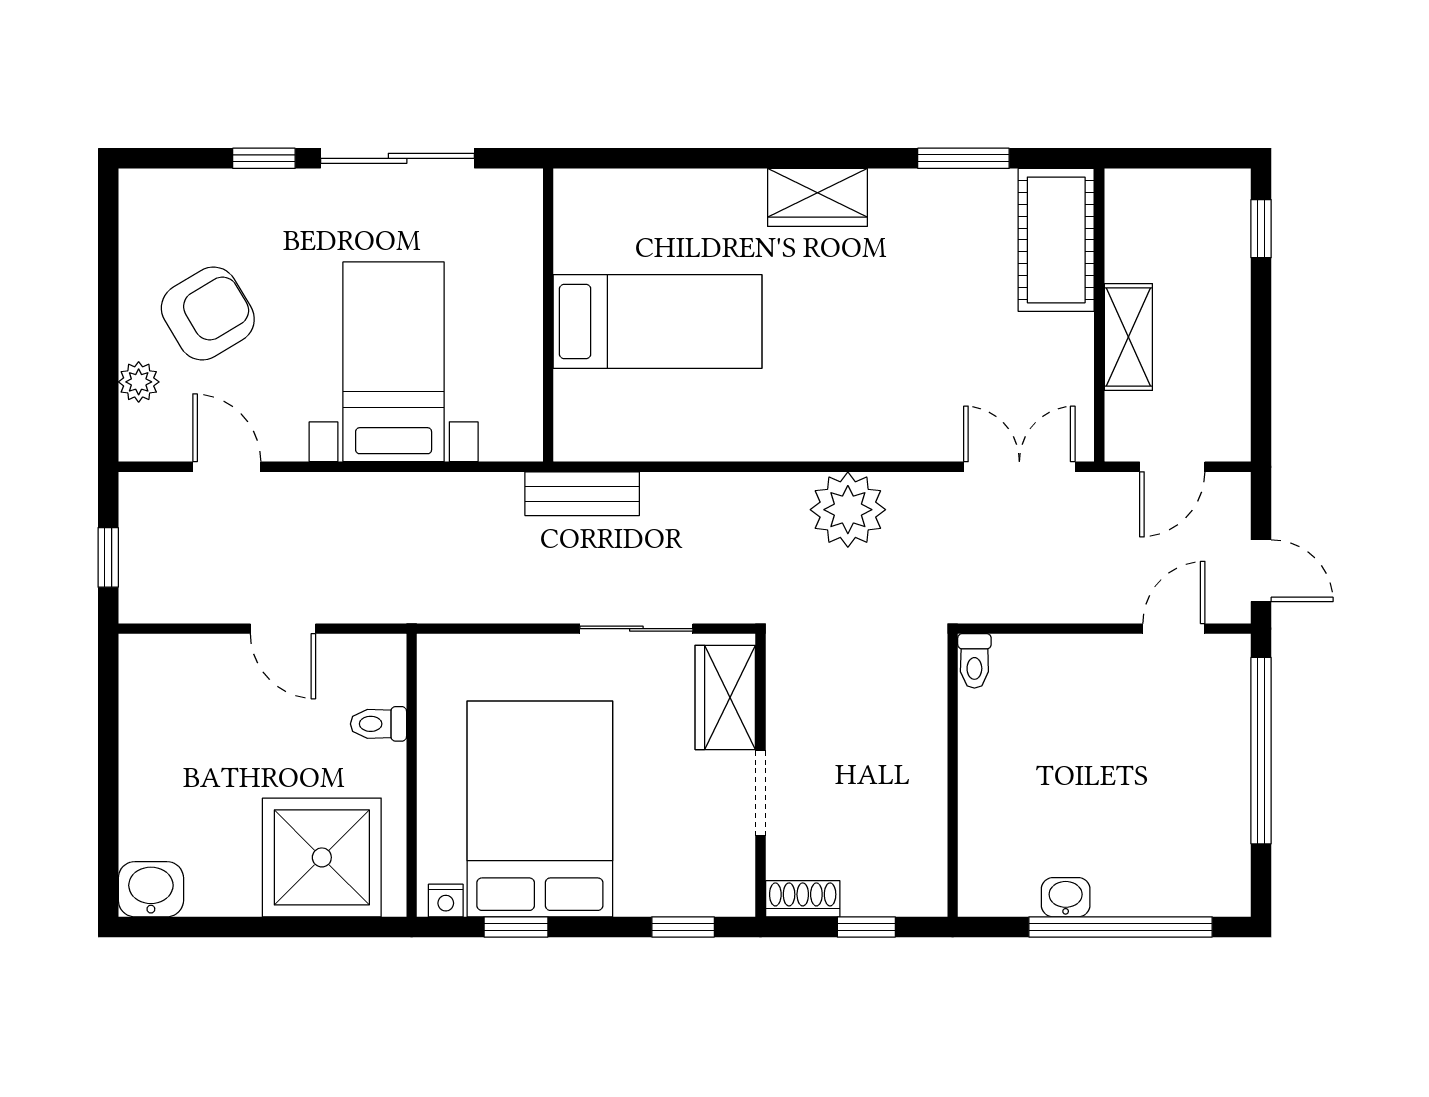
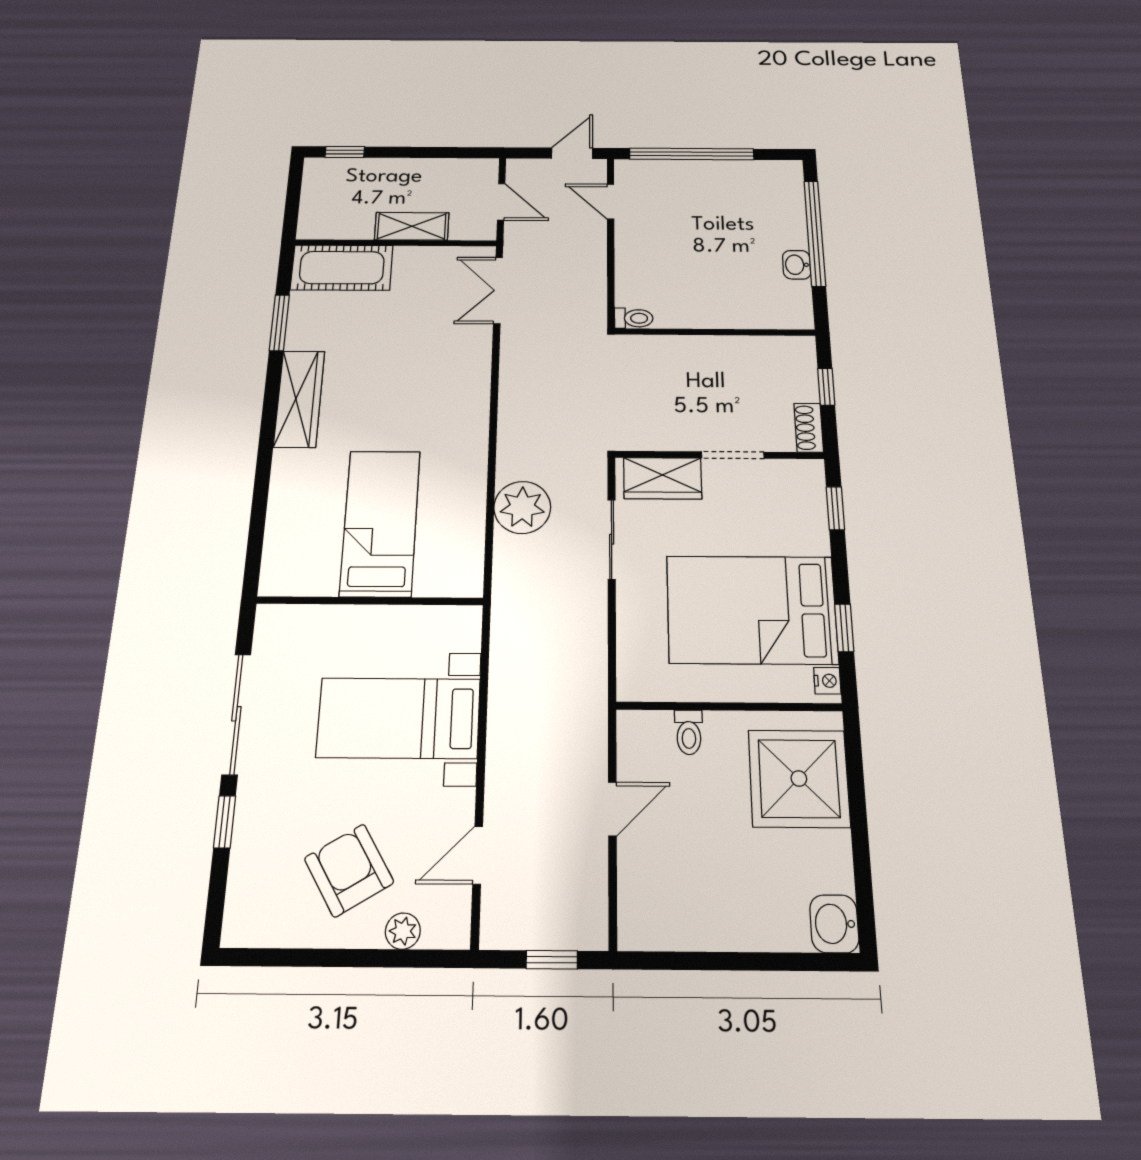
wardrobe: (817, 197) -> (299, 399), width x1.50
bench: (582, 494) -> (508, 577), removed
plant: (848, 510) -> (522, 507), moved

